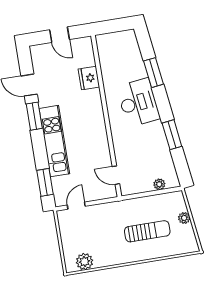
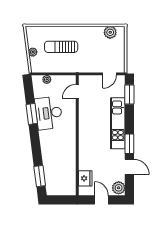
plant: (39, 55) -> (119, 188), added
window: (153, 73) -> (40, 176), moved
fridge: (89, 78) -> (85, 178), moved
desk: (138, 103) -> (49, 113), moved
door: (116, 175) -> (77, 91), swing flipped

